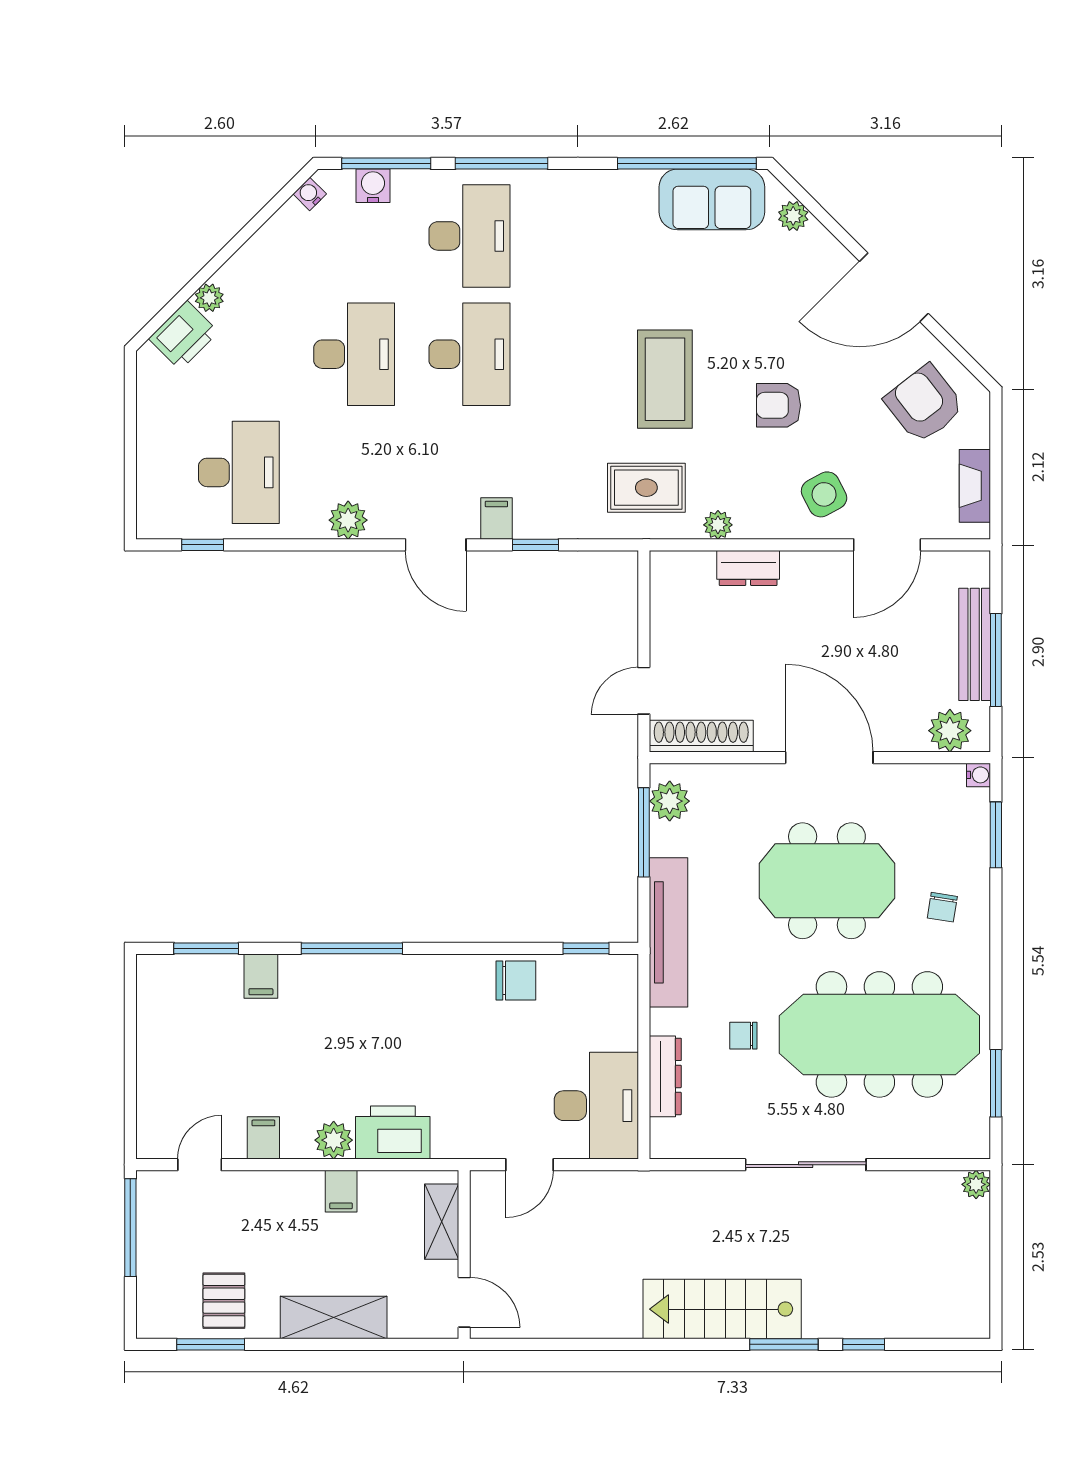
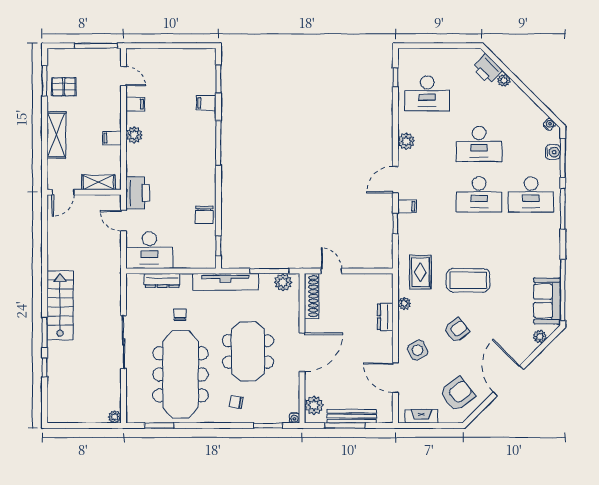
armchair: (779, 405) -> (457, 330), turned 52
printer: (393, 1132) -> (138, 193), moved

